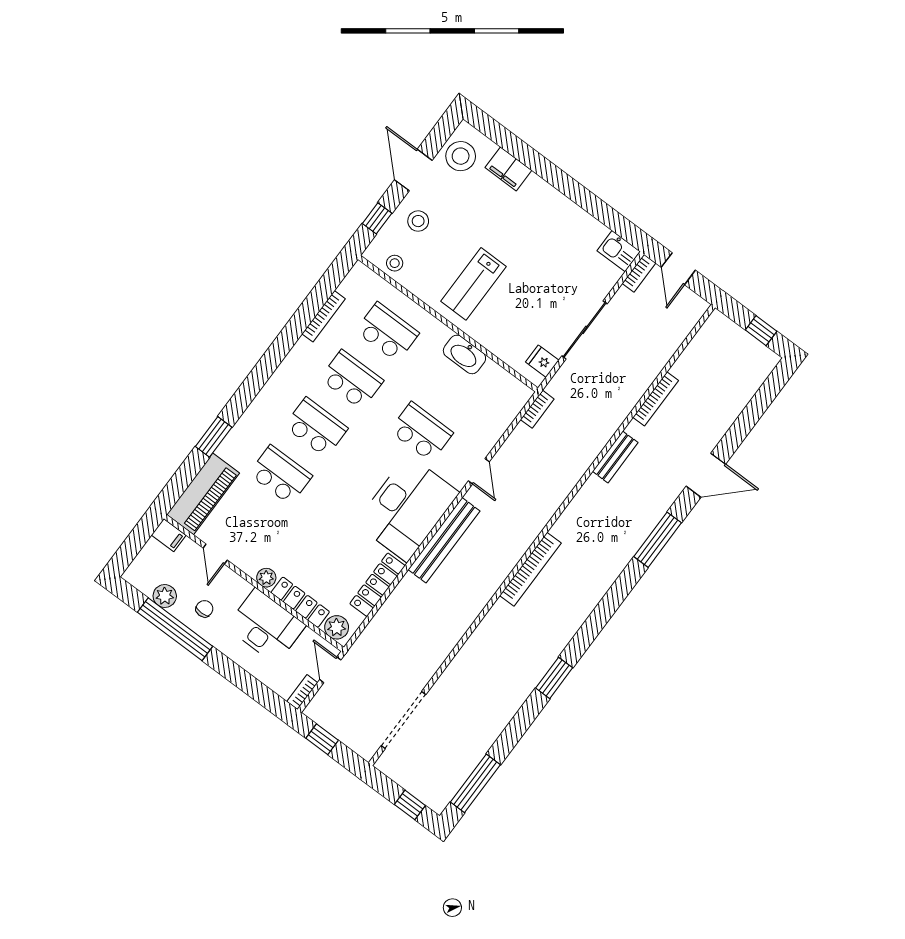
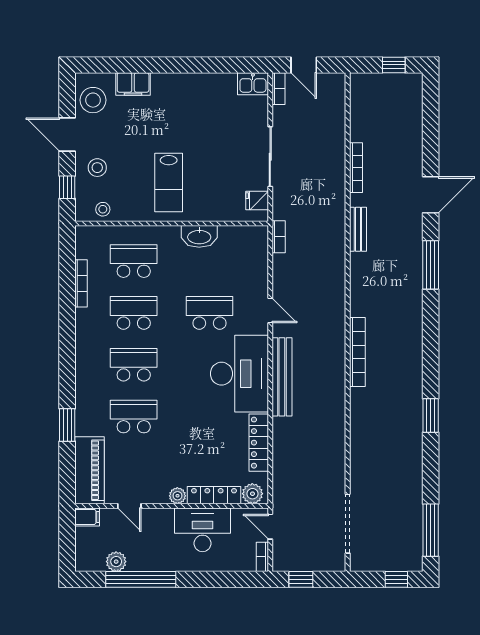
chair: (204, 609) -> (151, 550), removed

